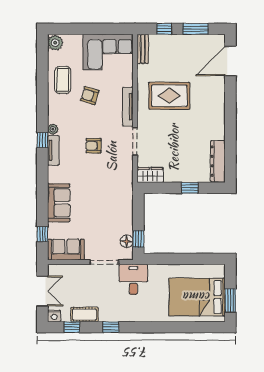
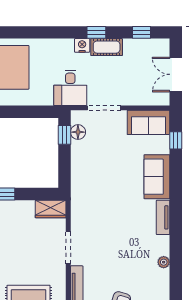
window: (42, 140) -> (176, 250), removed
armchair: (94, 146) -> (116, 243), removed
tv unit: (53, 150) -> (163, 217), moved
cot: (85, 315) -> (107, 47), moved
nightstand: (54, 316) -> (82, 45), moved

